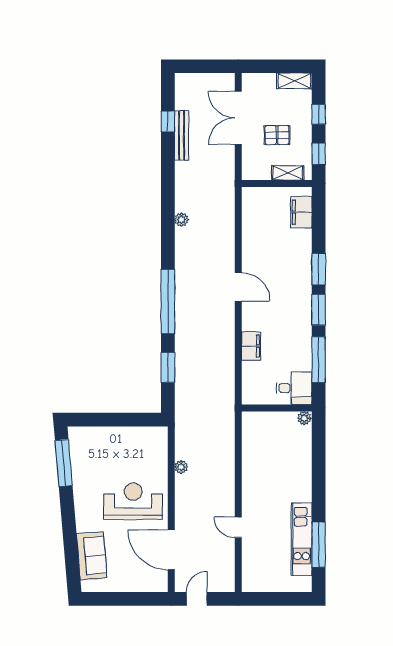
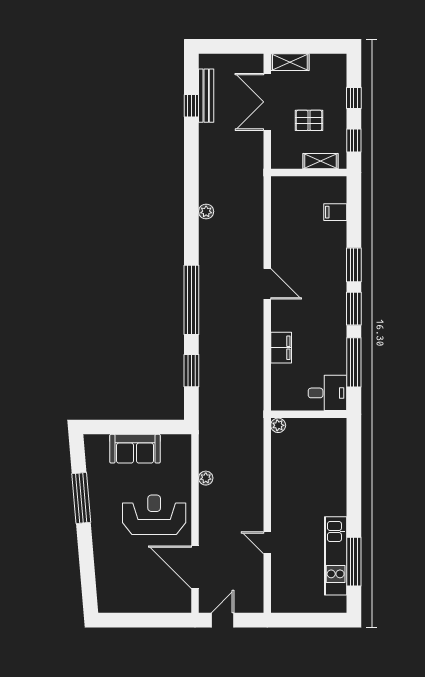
shelving: (294, 81) -> (290, 62), moved
bench: (182, 135) -> (206, 96), moved
filing cabinet: (301, 212) -> (335, 212), width x0.50
plant: (304, 418) -> (278, 425), moved
window: (64, 463) -> (81, 498), moved
sofa: (92, 556) -> (135, 449), moved, turned 95

